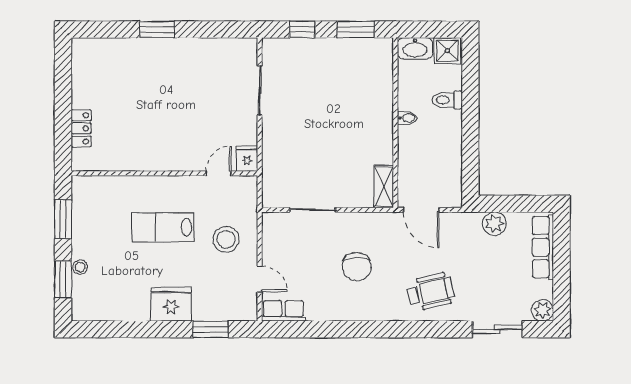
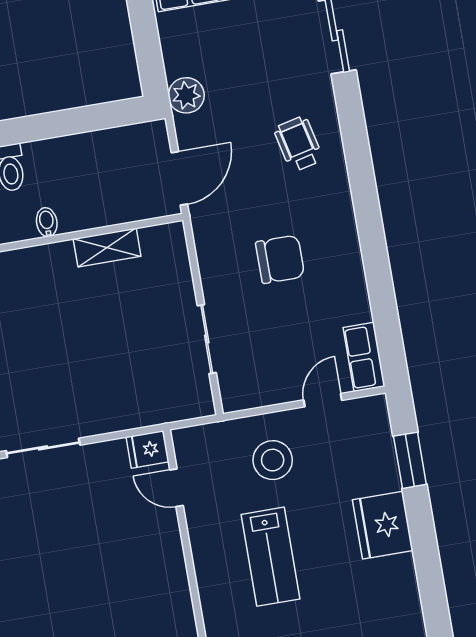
shelving: (384, 187) -> (107, 248), moved
plant: (494, 224) -> (186, 95), moved
wheelchair: (430, 292) -> (298, 144), width x0.73, depth x0.73

